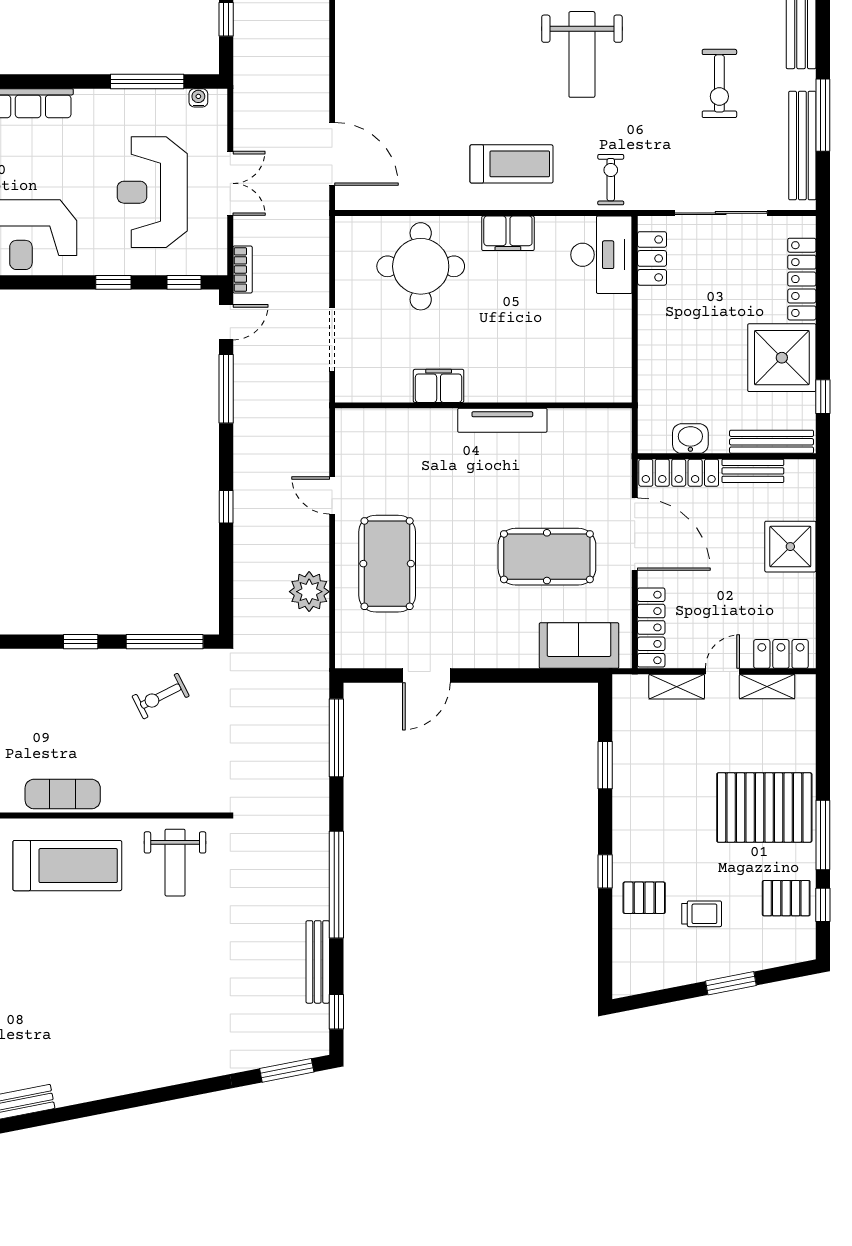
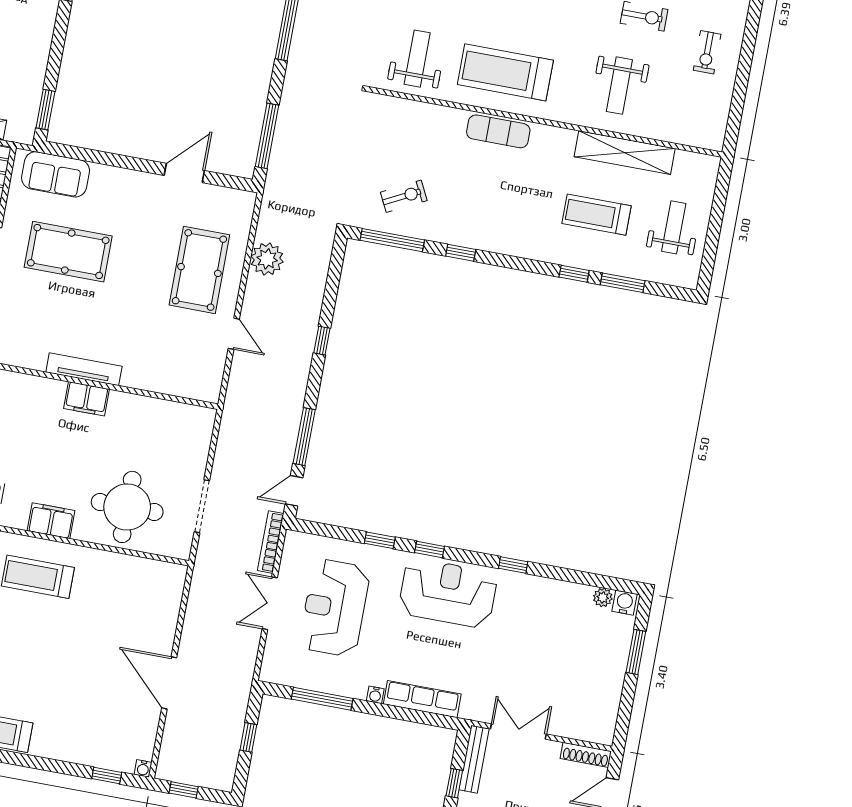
water cooler: (198, 98) -> (375, 695), moved
door: (332, 154) -> (169, 683), moved
reception desk: (152, 192) -> (335, 608), turned 180
bookcase: (243, 269) -> (271, 542), width x1.56
window: (184, 282) -> (429, 550), moved
doorway: (332, 339) -> (202, 506), moved
filing cabinet: (439, 386) -> (87, 399), moved
window: (605, 765) -> (46, 110), moved

